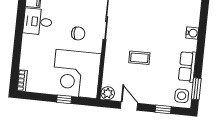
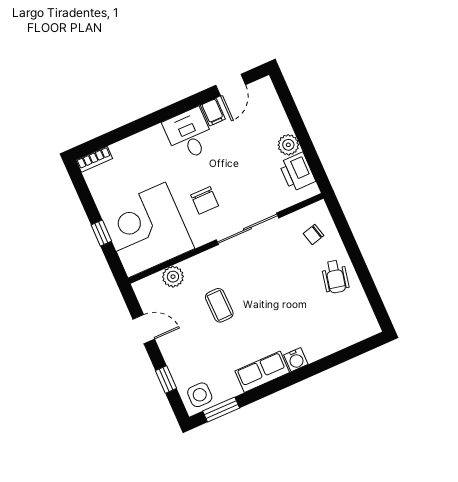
row of seats: (187, 67) -> (262, 372), moved
plant: (108, 93) -> (173, 277), moved
door: (129, 106) -> (144, 329), hinge flipped

